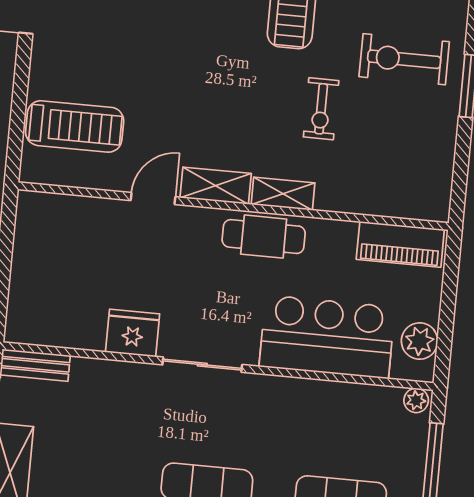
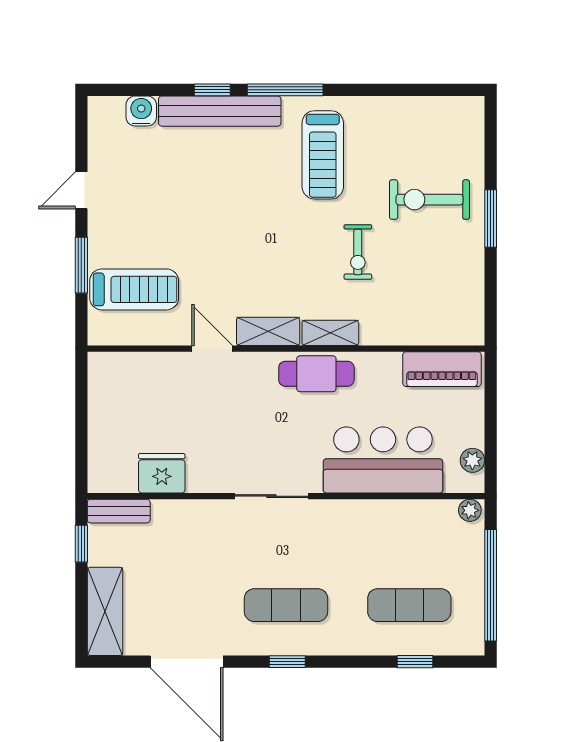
window: (20, 95) -> (81, 265), added
door: (153, 199) -> (212, 349), hinge flipped
fridge: (133, 333) -> (162, 473), moved
plant: (420, 341) -> (472, 460), width x0.73, depth x0.73

